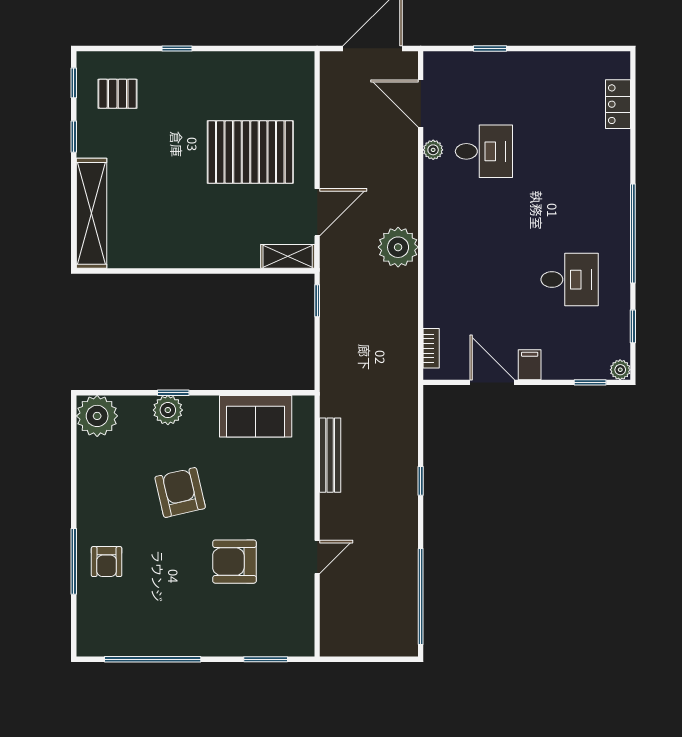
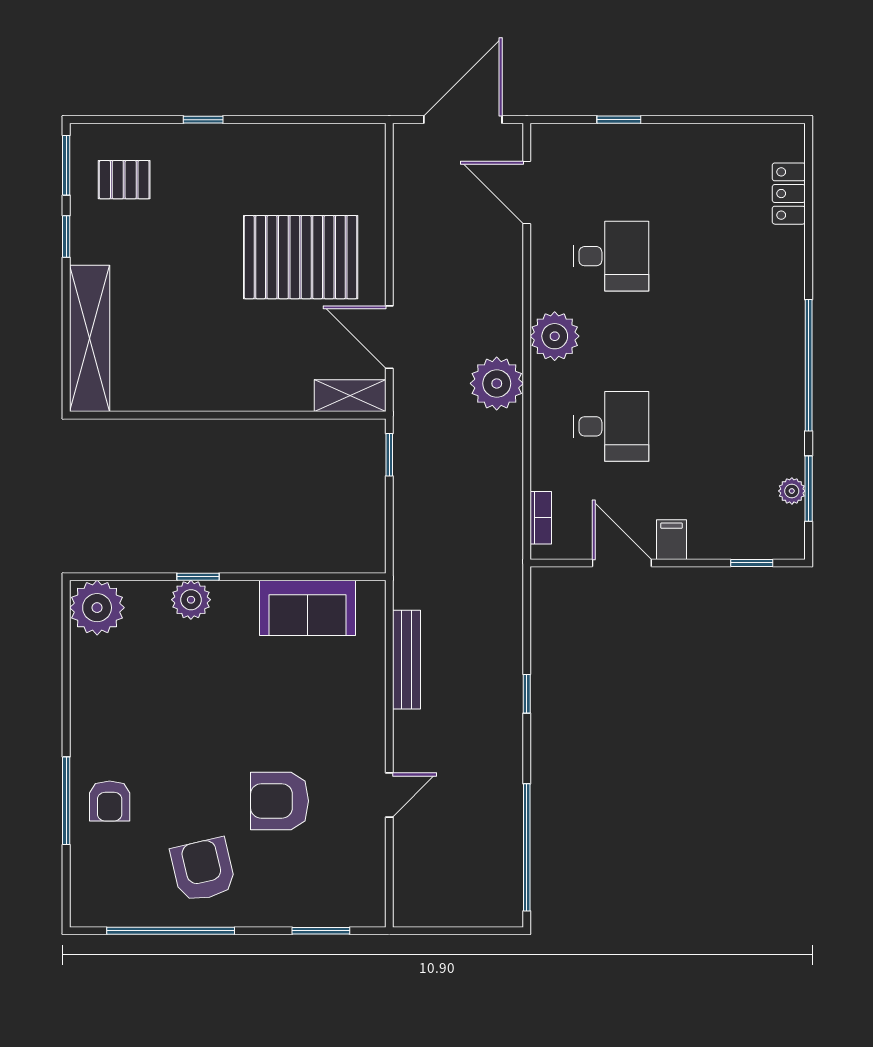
window: (74, 83) -> (66, 165), width x1.50
plant: (433, 150) -> (555, 336), moved, width x1.88, depth x1.88
door: (317, 212) -> (389, 337), swing flipped
desk: (570, 280) -> (611, 426), moved
window: (633, 326) -> (809, 489), width x1.50
plant: (620, 370) -> (792, 491), moved
armchair: (180, 492) -> (203, 870), moved

